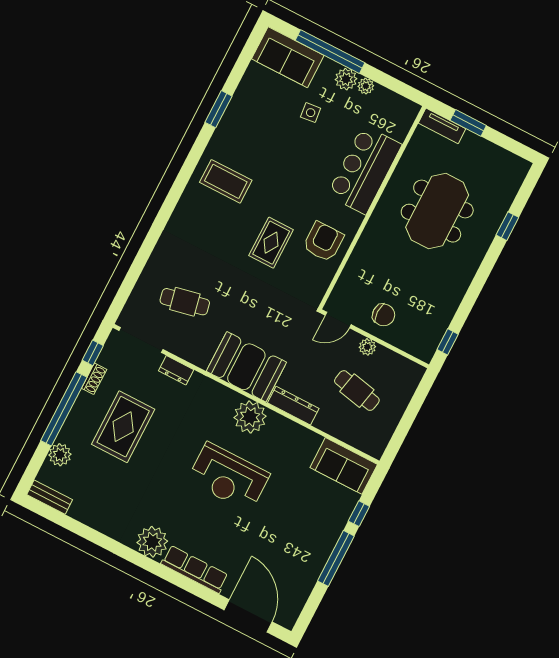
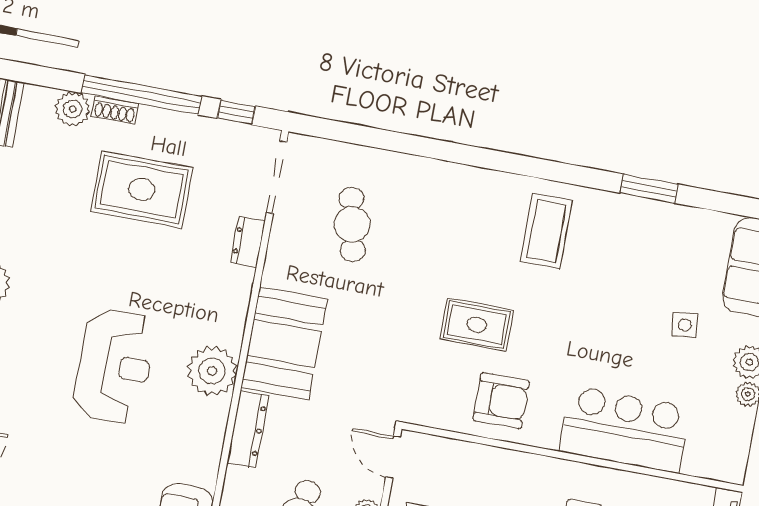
shoe rack: (94, 379) -> (115, 110), moved
reception desk: (229, 477) -> (114, 366), turned 180

